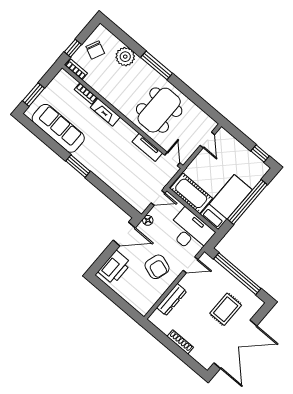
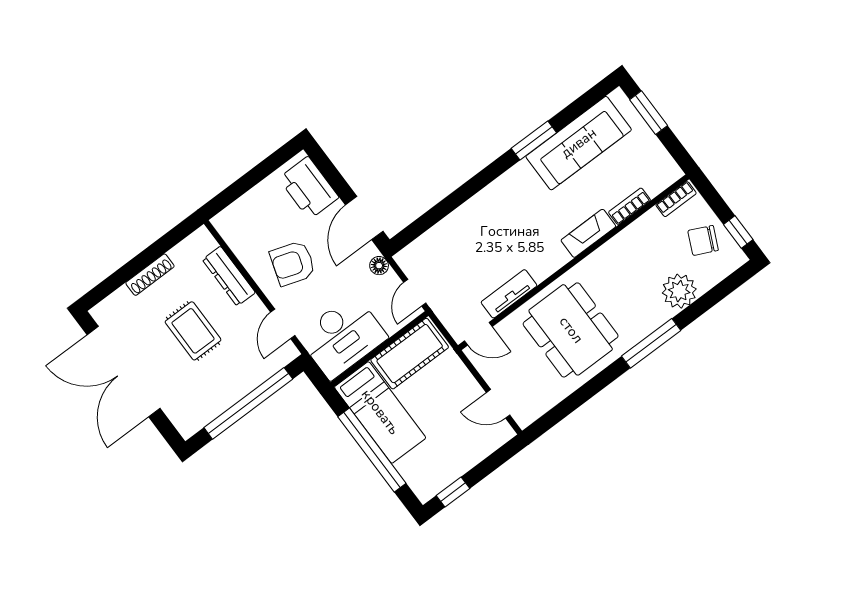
window: (73, 48) -> (738, 232), moved
window: (78, 166) -> (534, 140), moved
rug: (226, 309) -> (193, 331), moved

